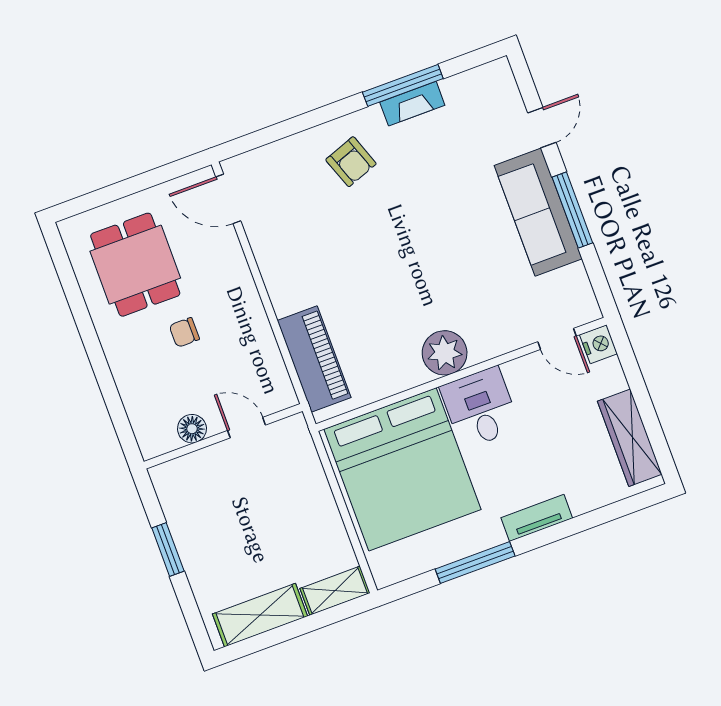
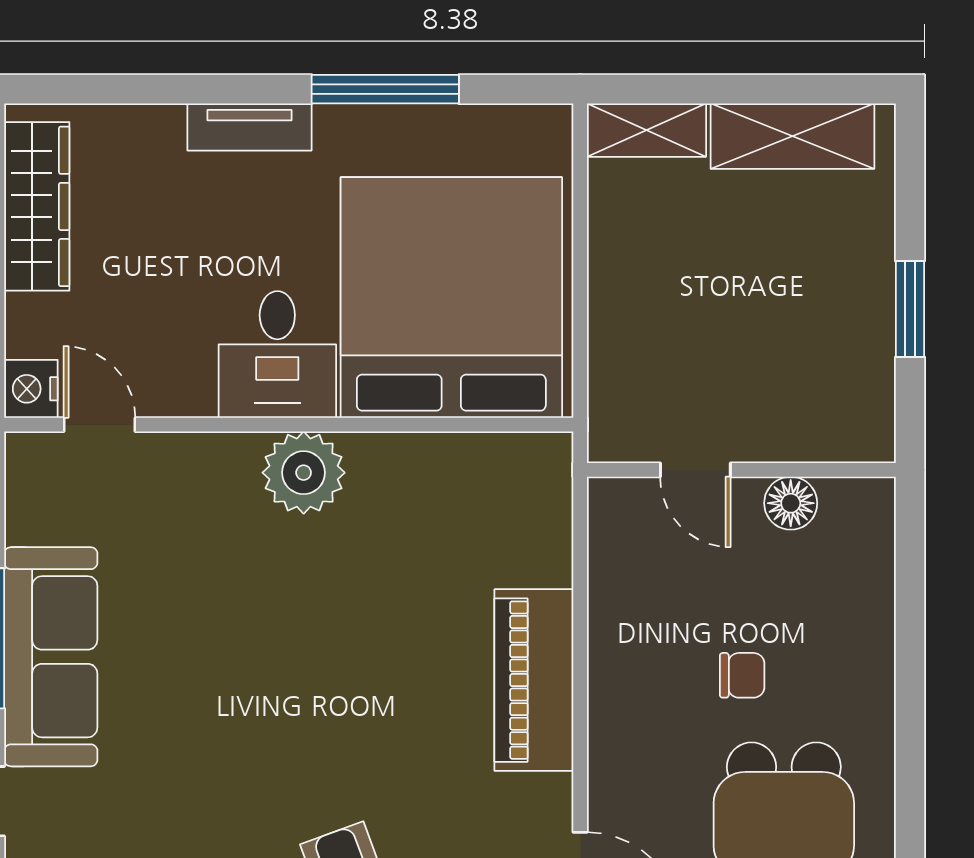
piano: (314, 359) -> (534, 680), moved

